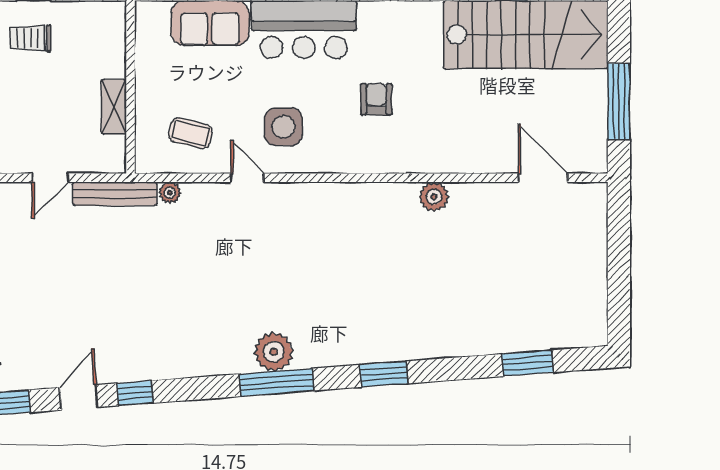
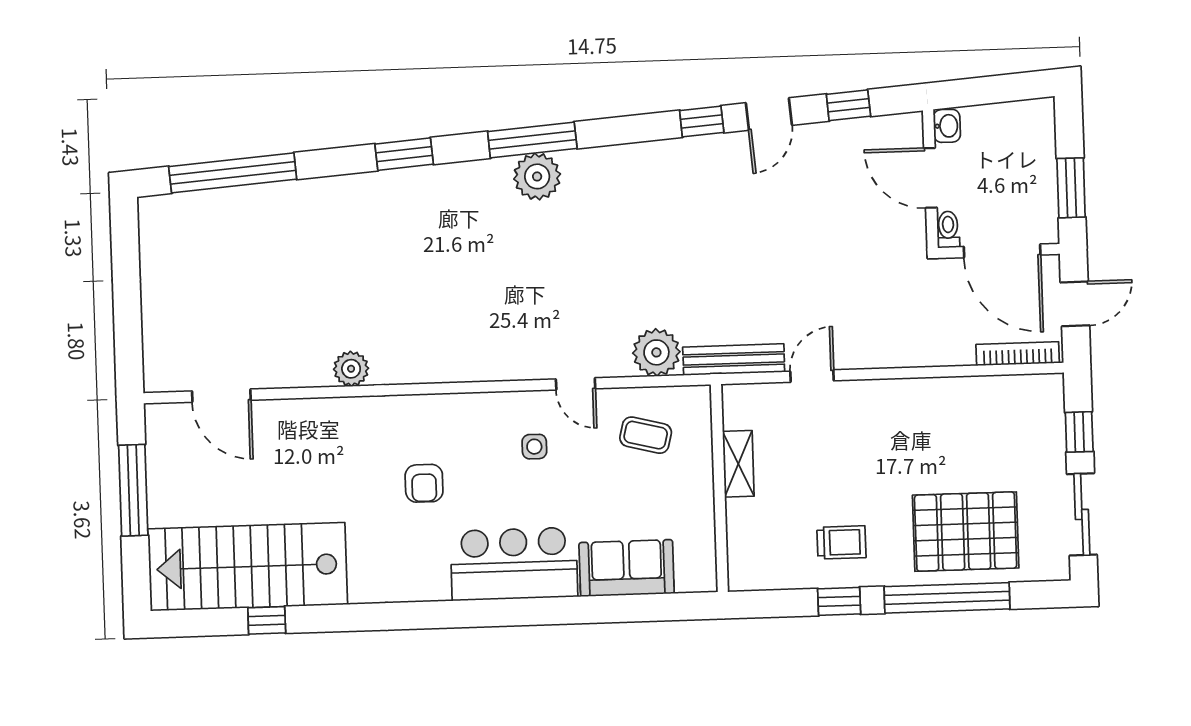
side table: (283, 127) -> (534, 447), width x0.54, depth x0.54
plant: (170, 193) -> (656, 352), width x1.87, depth x1.87
window: (527, 363) -> (233, 173), width x2.11

